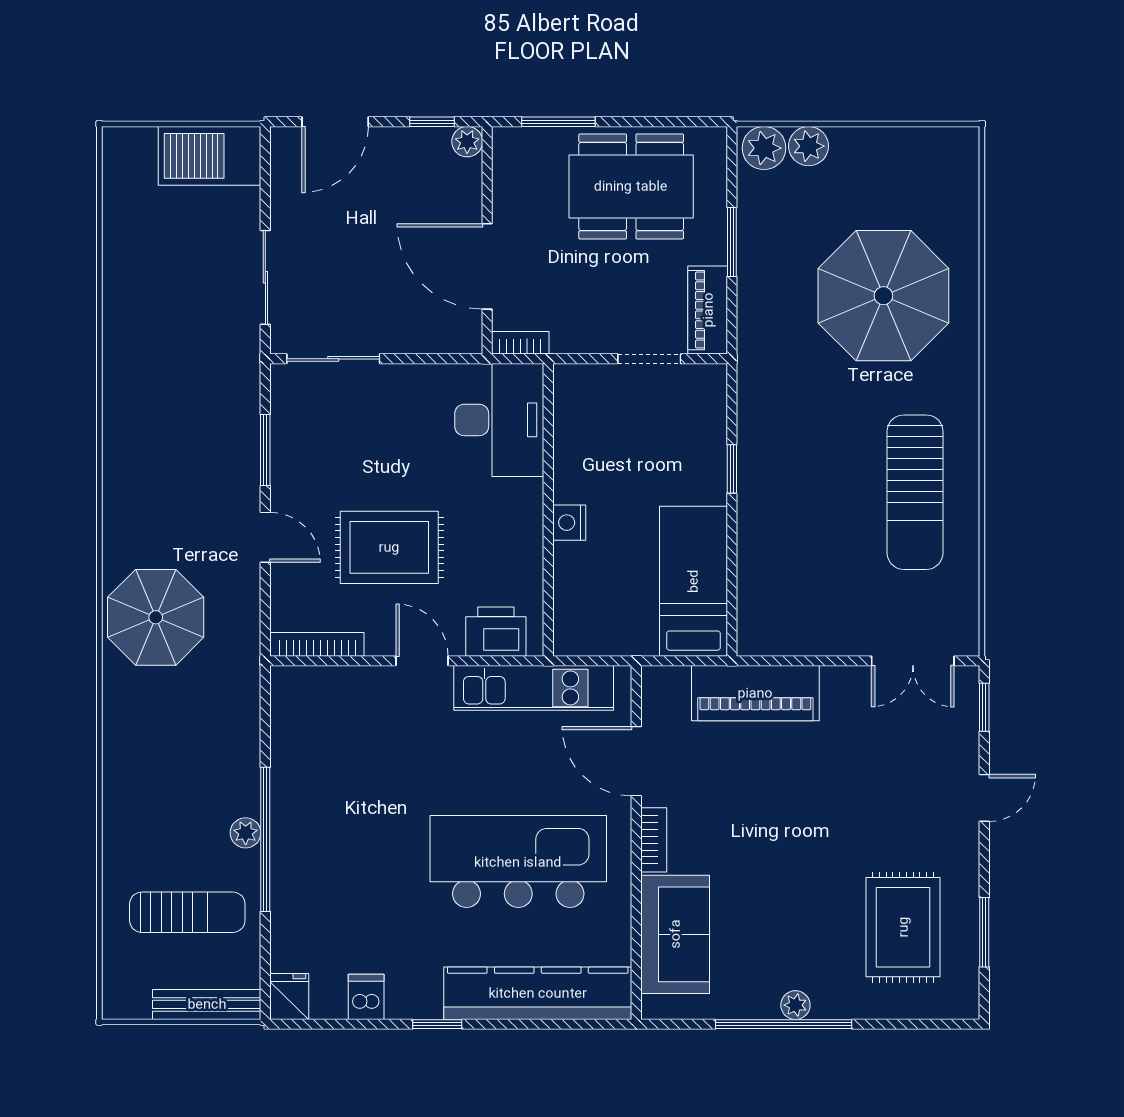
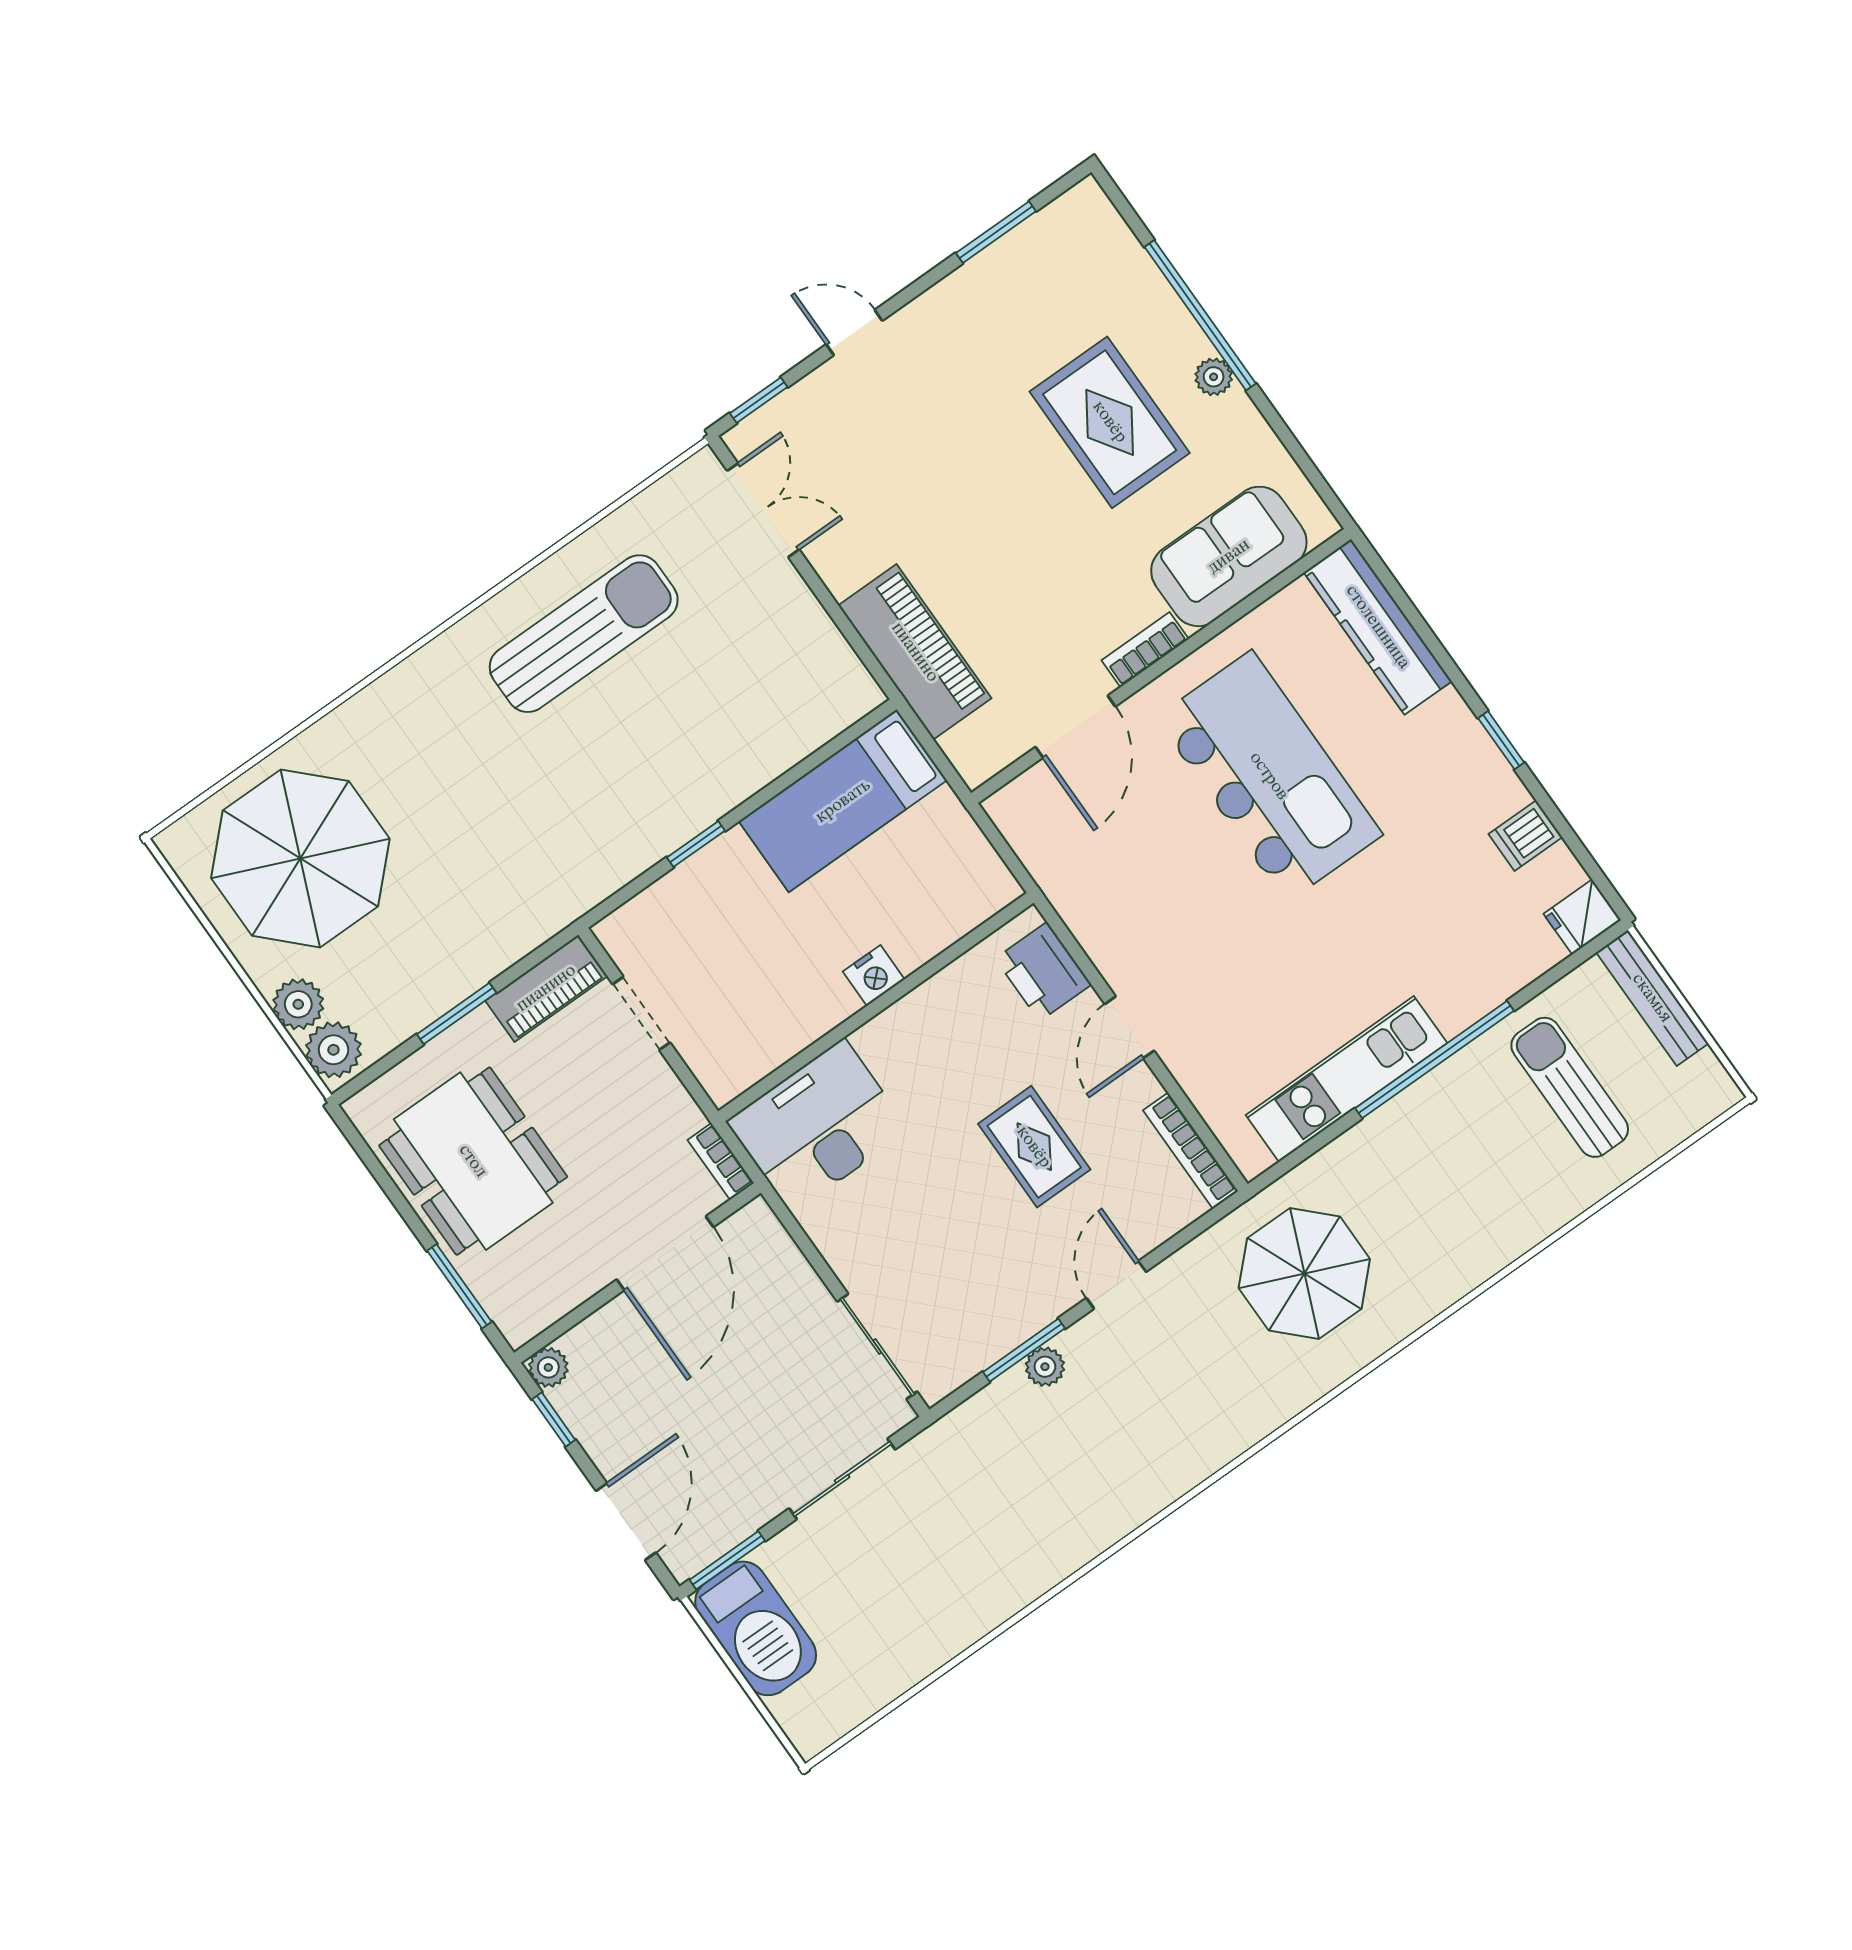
door: (335, 122) -> (626, 1522), hinge flipped
window: (265, 168) -> (727, 1560), added
parasol: (883, 296) -> (300, 858), moved
rug: (389, 547) -> (1034, 1147), width x0.73, depth x0.70
parasol: (156, 617) -> (1304, 1273), moved
kitchen unit: (534, 688) -> (1346, 1079), moved, turned -90
plant: (246, 833) -> (1045, 1367), moved
kitchen island: (518, 862) -> (1269, 776), turned 180
rug: (903, 927) -> (1110, 422), moved, turned 90
kitchen counter: (538, 993) -> (1378, 627), width x0.72, depth x0.86
window: (784, 1024) -> (1200, 315), moved

